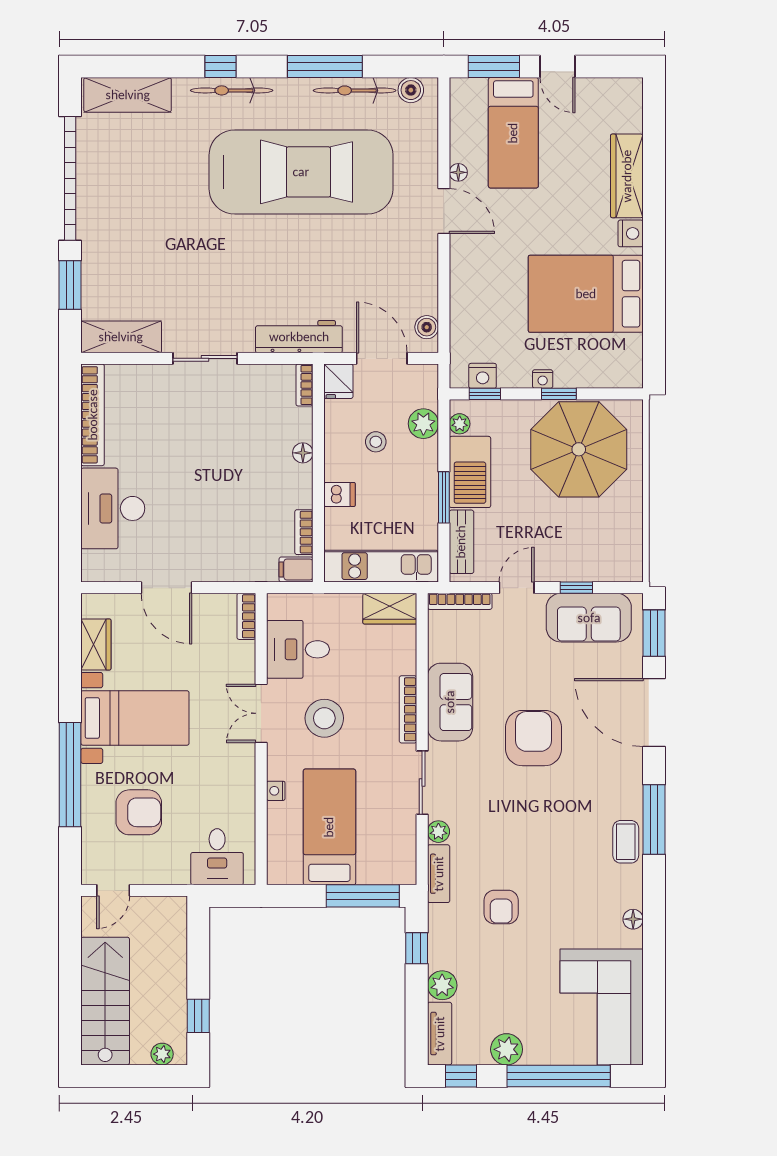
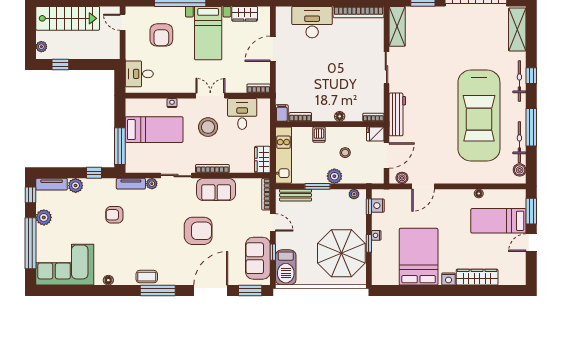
door: (444, 211) -> (423, 186), moved
plant: (423, 424) -> (334, 176), moved
barbecue: (470, 472) -> (286, 267), moved, turned -90

